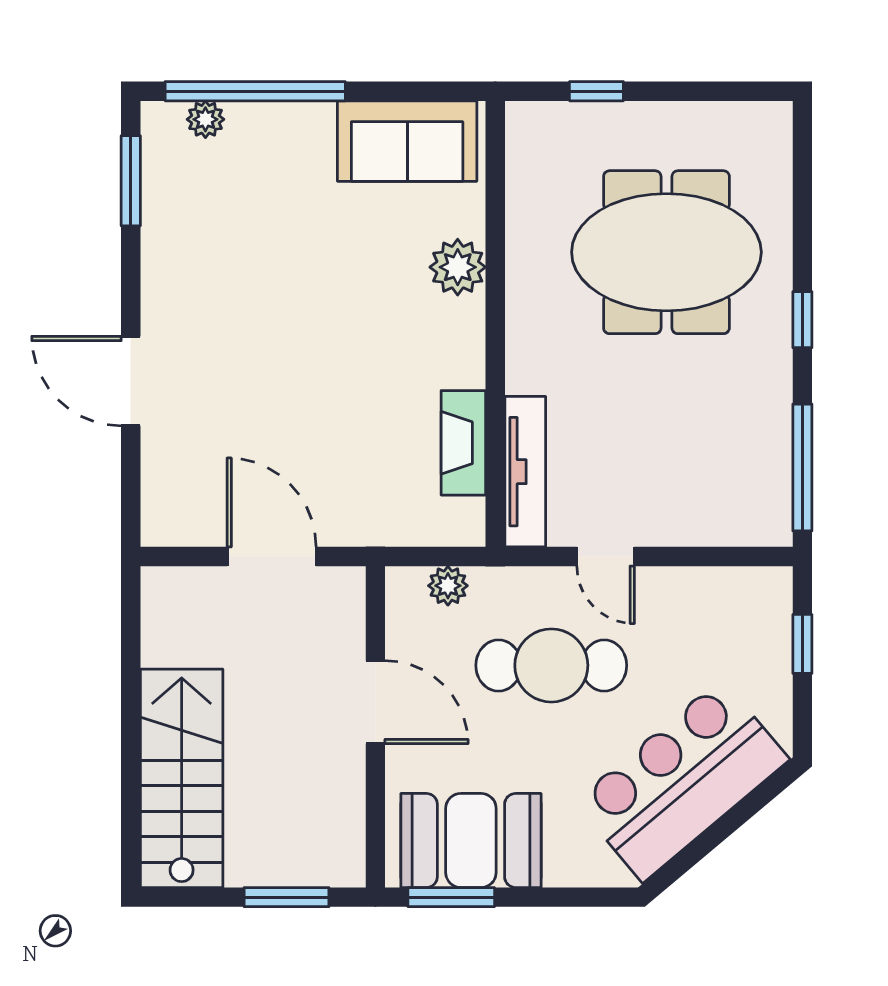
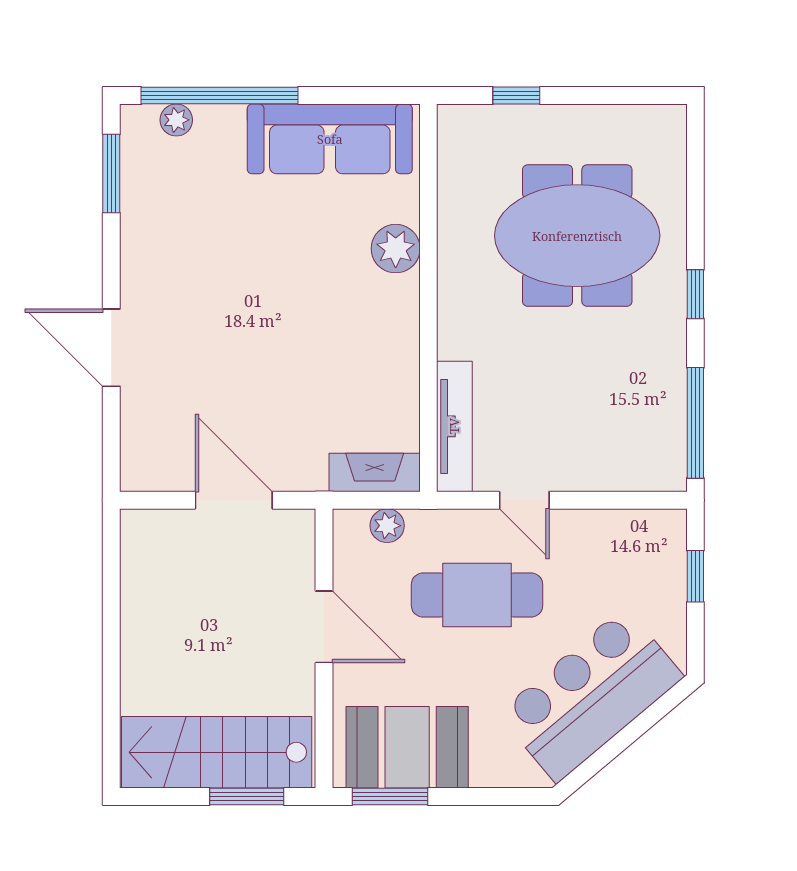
sofa: (407, 141) -> (330, 139), width x1.36
fireplace: (463, 443) -> (375, 472), moved, turned 90
stairs: (182, 778) -> (217, 752), moved, turned -90

